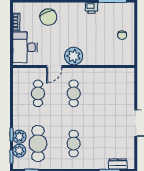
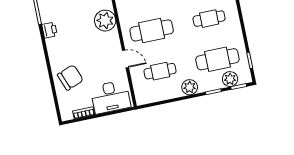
plant: (74, 56) -> (105, 21), moved
cafe table: (74, 93) -> (152, 30), width x1.37, depth x1.35
plant: (19, 137) -> (190, 87), moved

